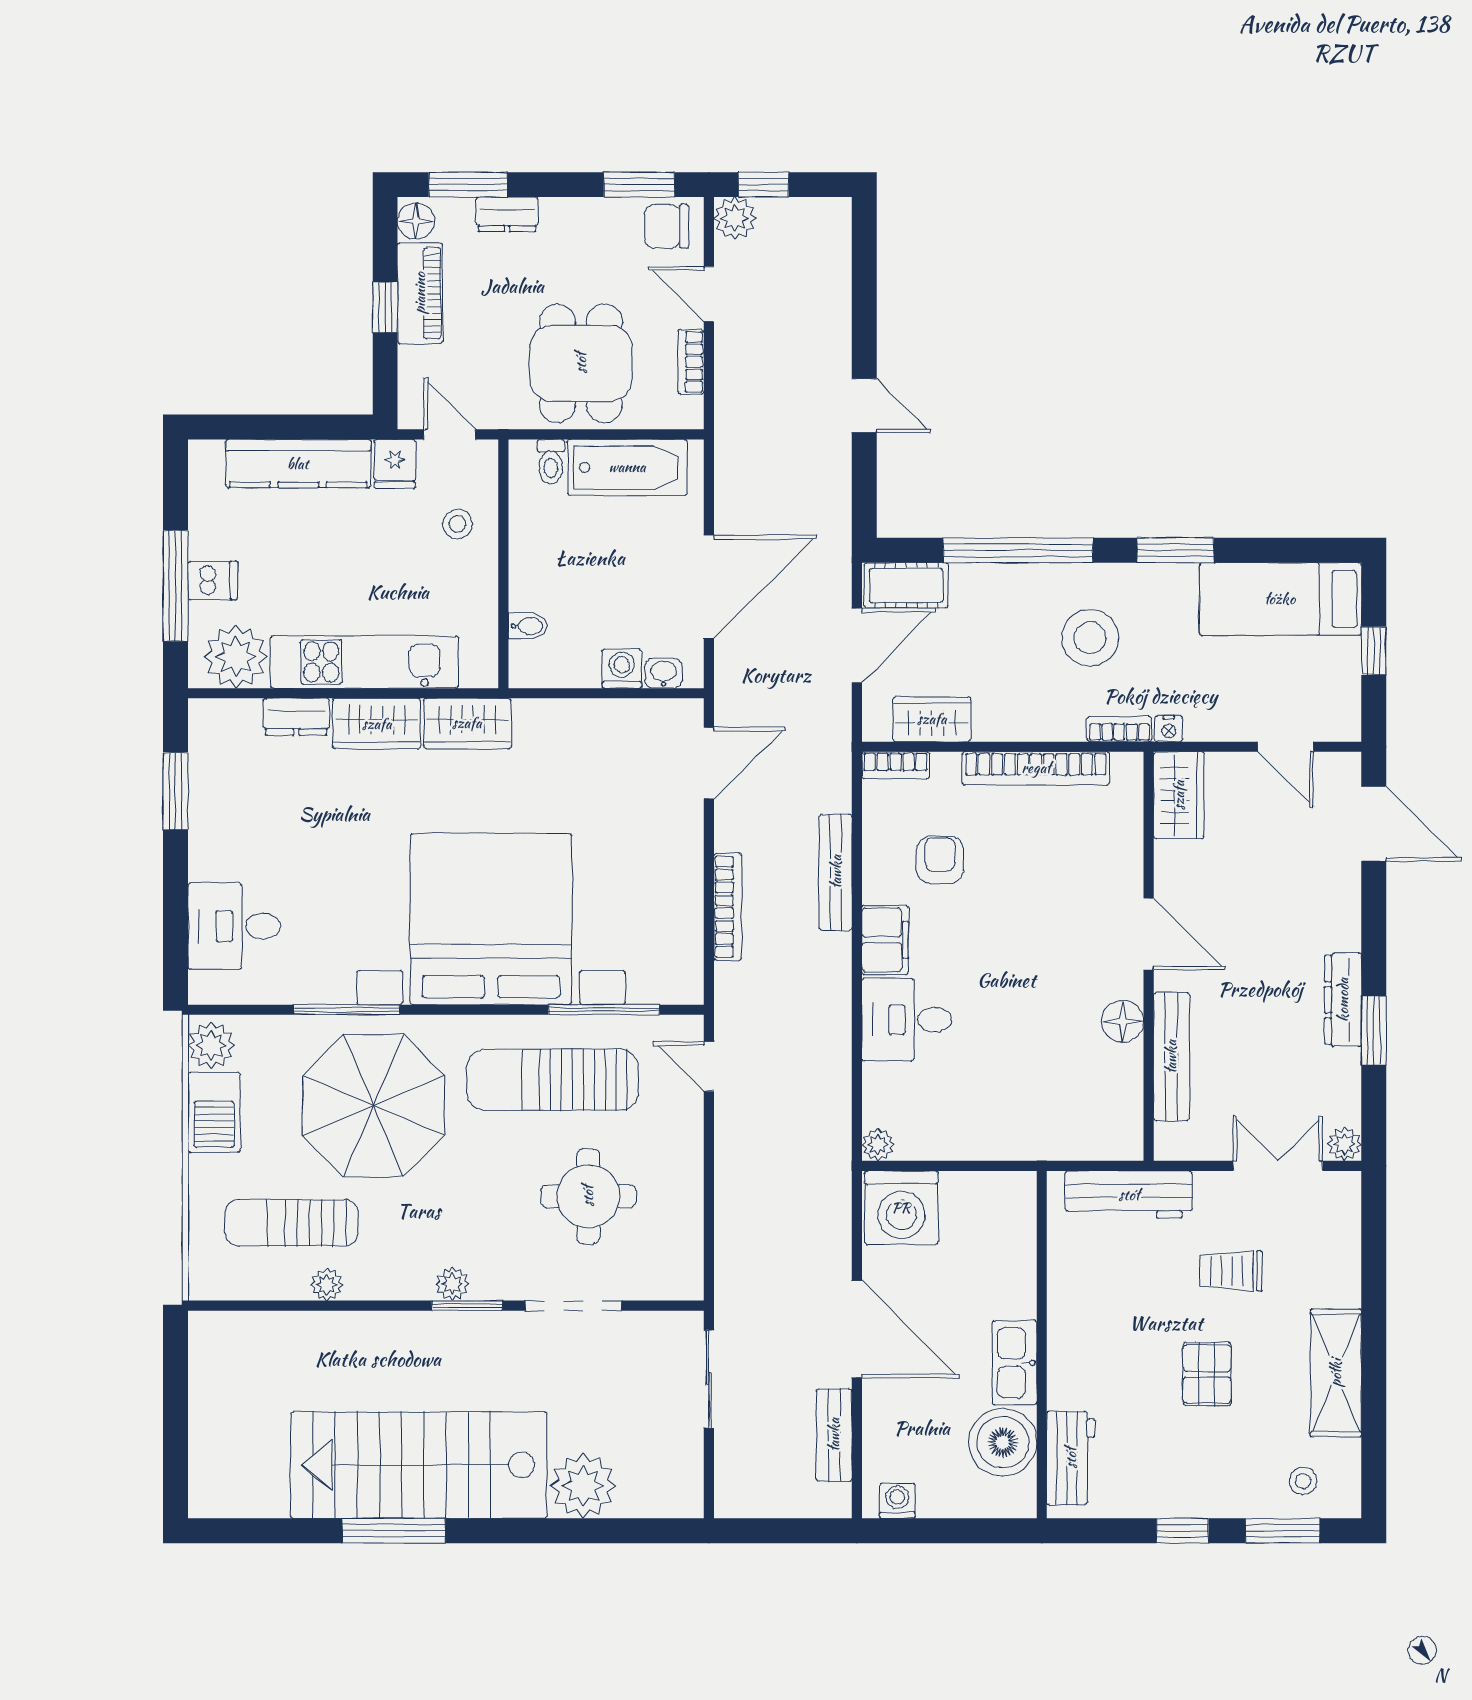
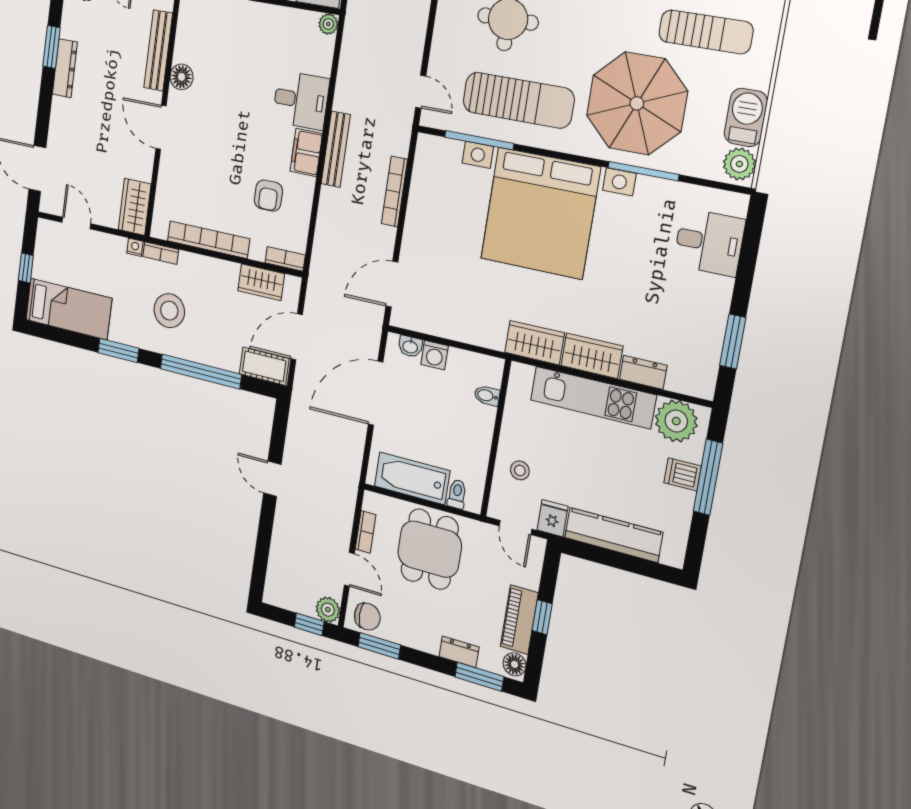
bench: (836, 872) -> (336, 149), moved

